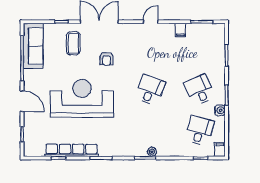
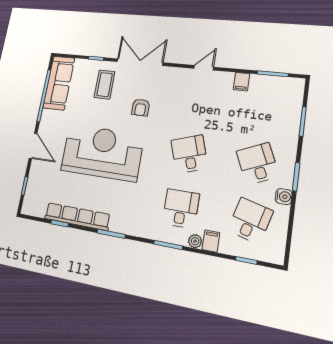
desk: (150, 90) -> (189, 154), turned -39
desk: (150, 131) -> (181, 209), added
filing cabinet: (220, 150) -> (211, 241), moved
plant: (152, 152) -> (195, 241), moved

